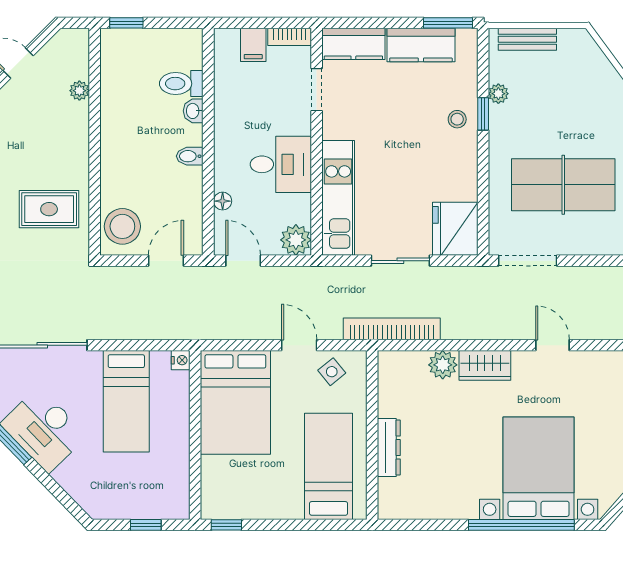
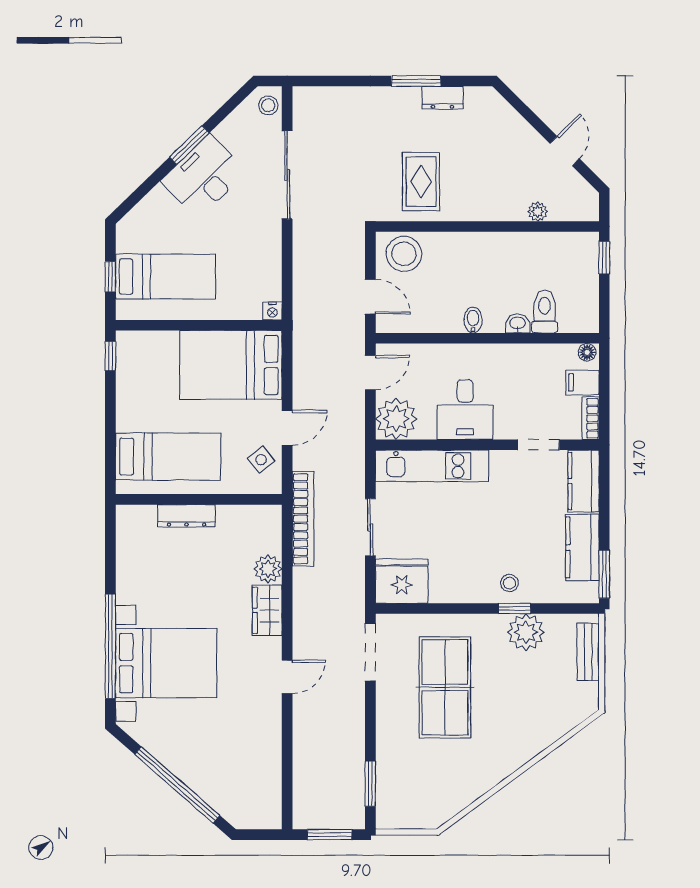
plant: (498, 94) -> (526, 632), width x1.87, depth x1.87
floor lamp: (223, 201) -> (587, 352), moved
plant: (296, 240) -> (396, 419), width x1.36, depth x1.36
bed: (126, 401) -> (166, 277), moved, turned 180

